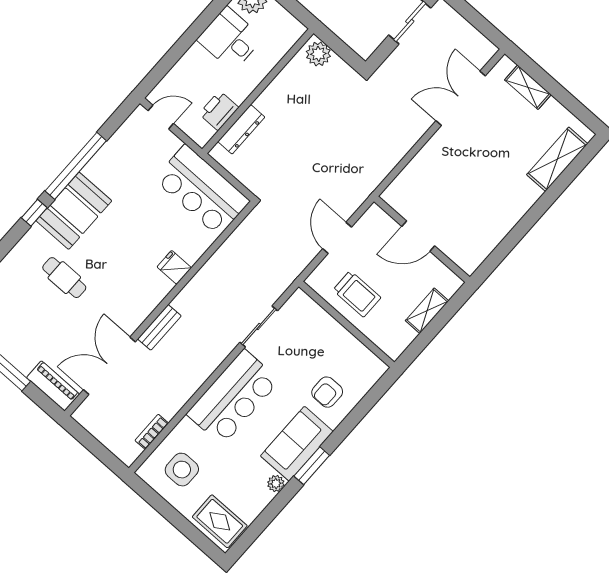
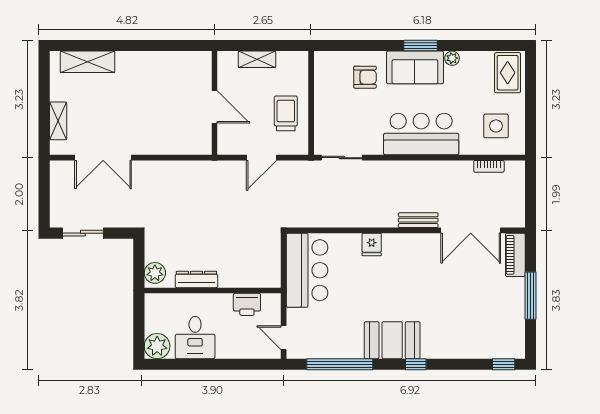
dresser: (241, 129) -> (196, 279), moved
window: (76, 166) -> (340, 364), moved
cafe table: (64, 278) -> (440, 309), removed
sliding door: (259, 326) -> (342, 158), moved

